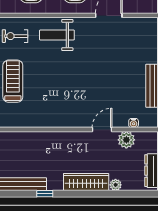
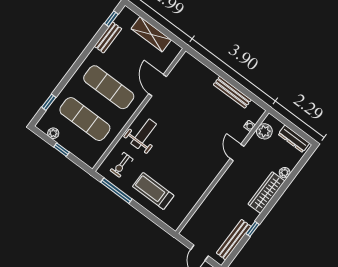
weight bench: (57, 35) -> (144, 134), turned 180
plant: (126, 140) -> (264, 131), moved

